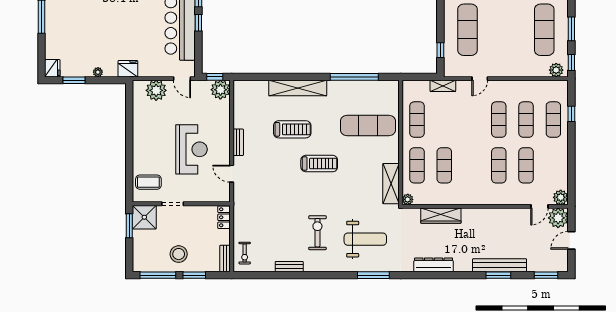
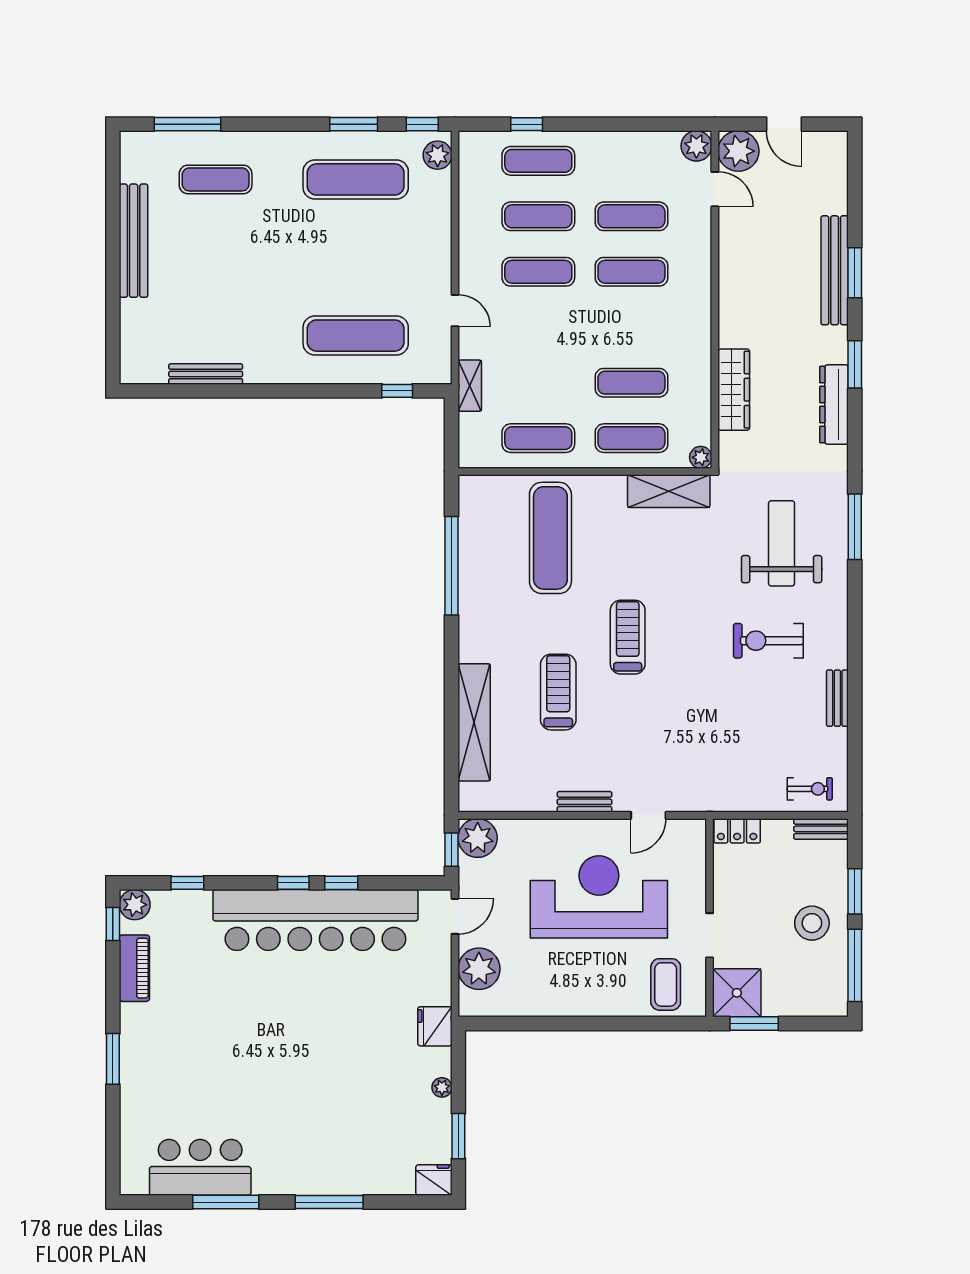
shelving: (298, 88) -> (474, 722), moved
reception desk: (191, 149) -> (599, 897), width x1.36, depth x1.30
window: (546, 275) -> (855, 364), moved

